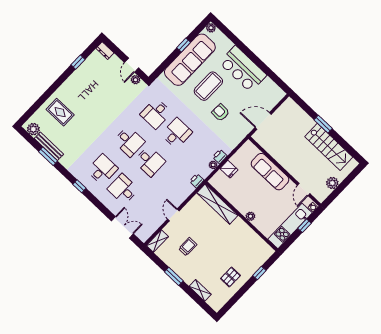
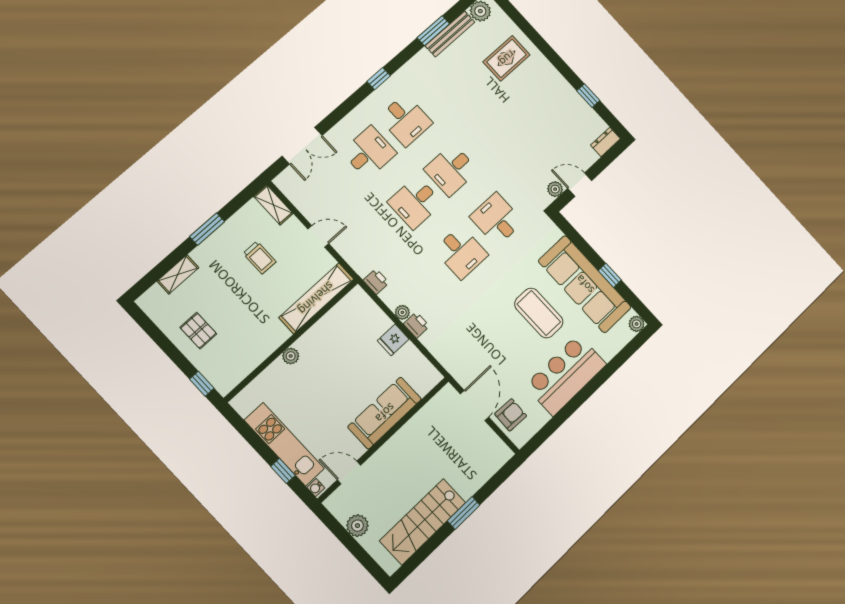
armchair: (221, 112) -> (511, 415), moved
shelving: (217, 204) -> (316, 298), moved
wall: (242, 216) -> (292, 340), moved
plant: (250, 216) -> (291, 356), moved

